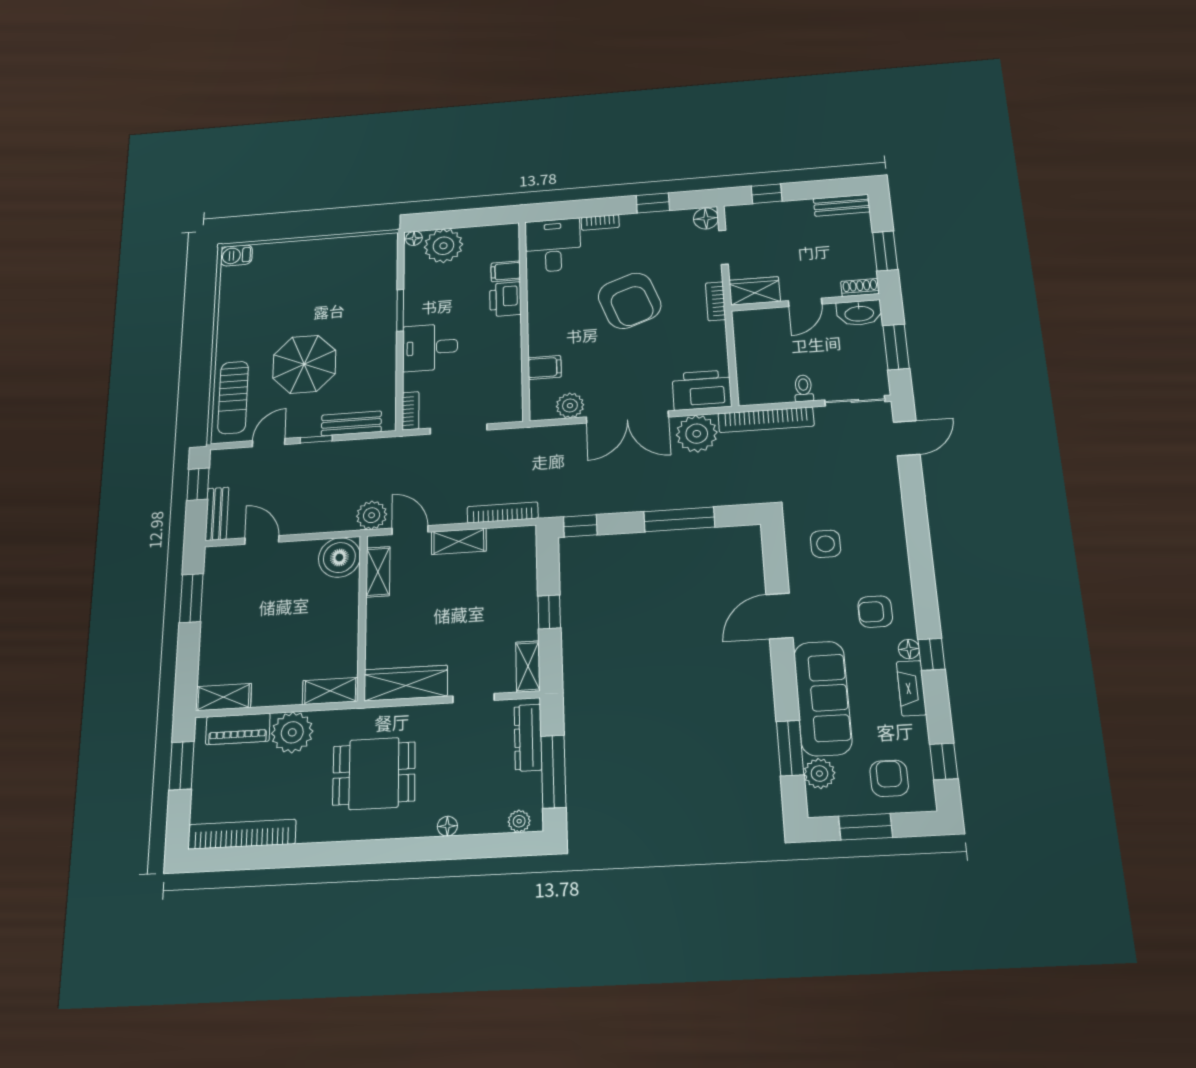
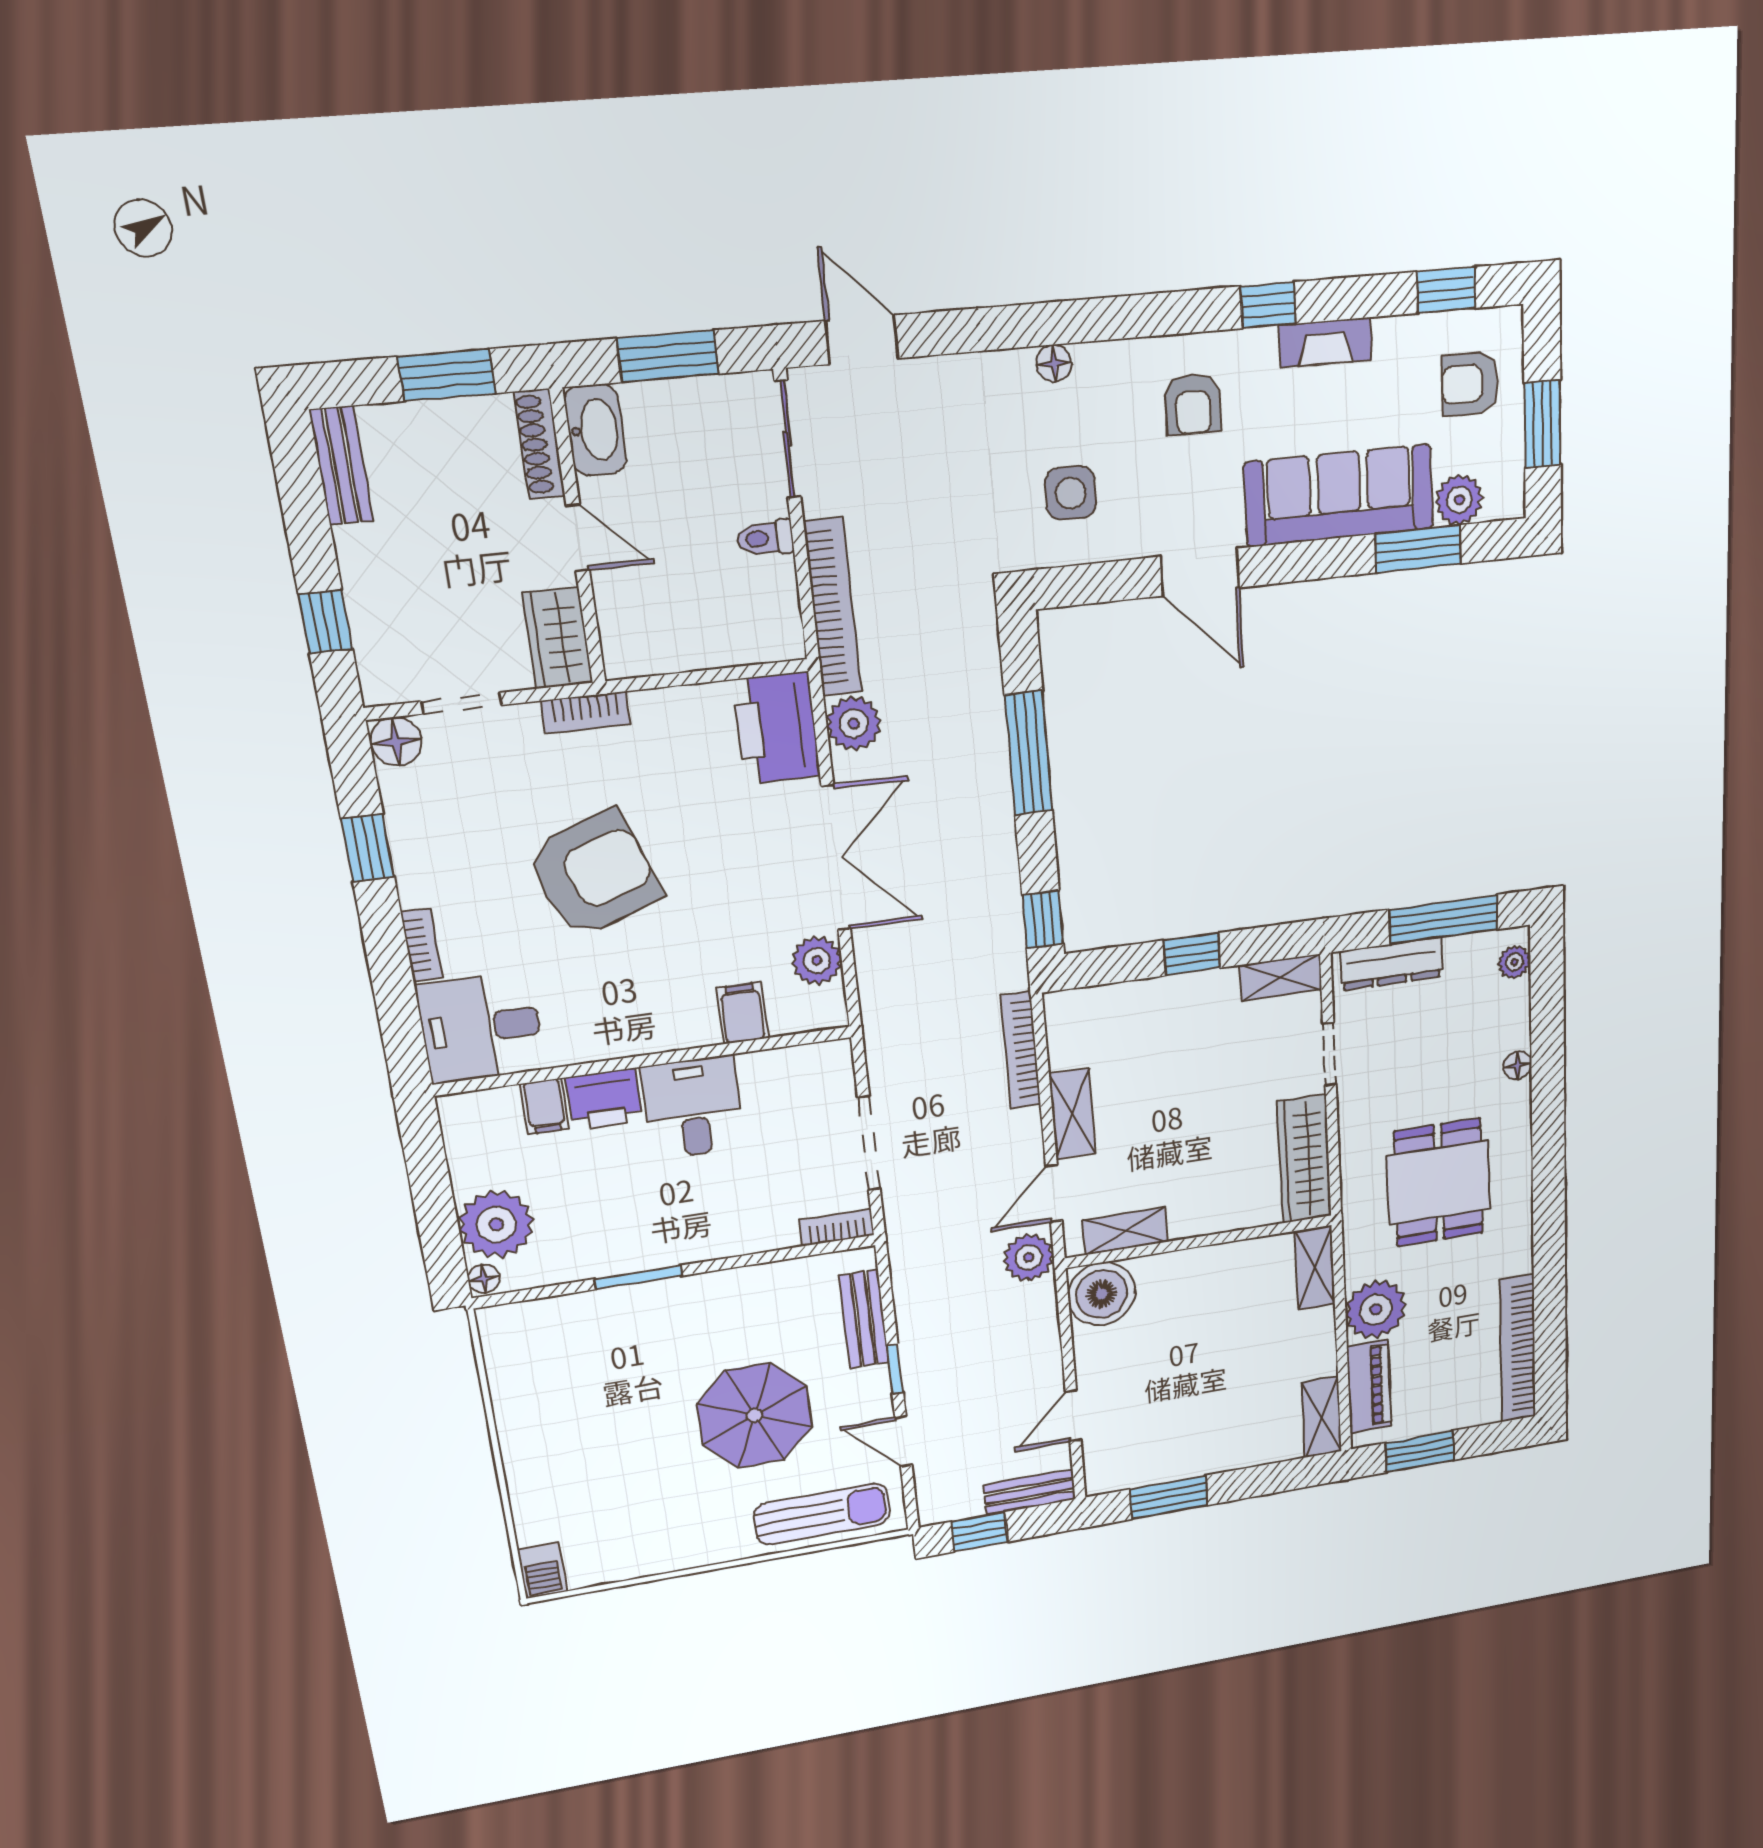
shoe rack: (860, 288) -> (539, 444), width x1.43
desk: (430, 347) -> (693, 1107), moved, turned 180
plant: (697, 434) -> (854, 724), width x0.73, depth x0.73
floor lamp: (909, 649) -> (1054, 363), moved

